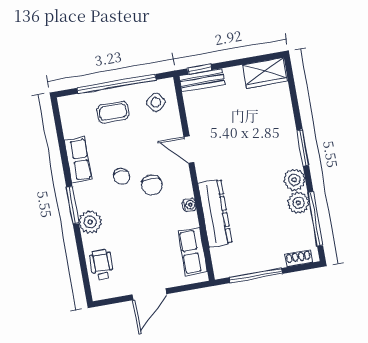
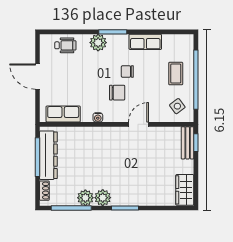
chair: (152, 185) -> (117, 93), turned 180
dresser: (215, 213) -> (48, 155), moved, turned -90

